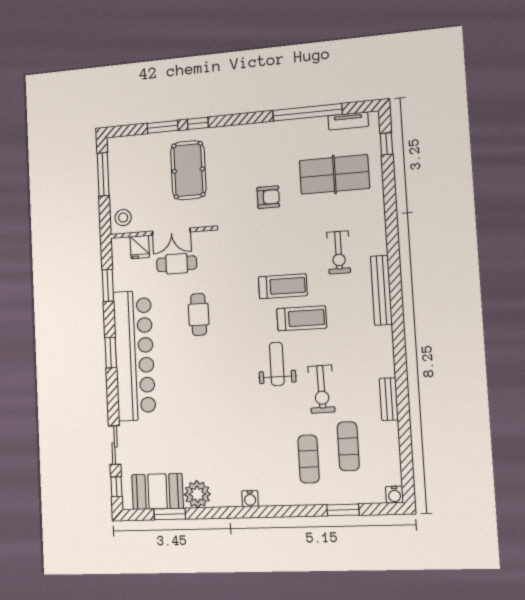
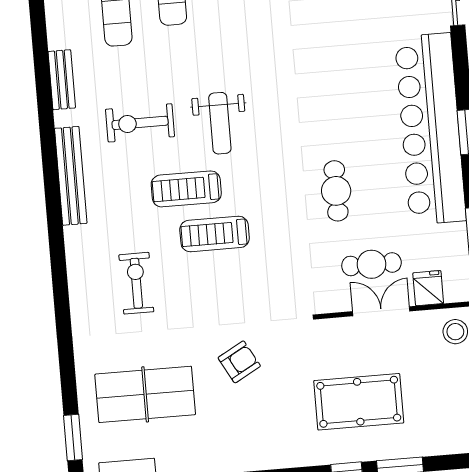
window: (386, 144) -> (73, 437), width x1.50
pool table: (188, 170) -> (359, 402), turned 90
armchair: (268, 197) -> (239, 362), turned 151
bench: (381, 290) -> (71, 176), moved
exercise bike: (321, 389) -> (140, 123), moved, turned -89

